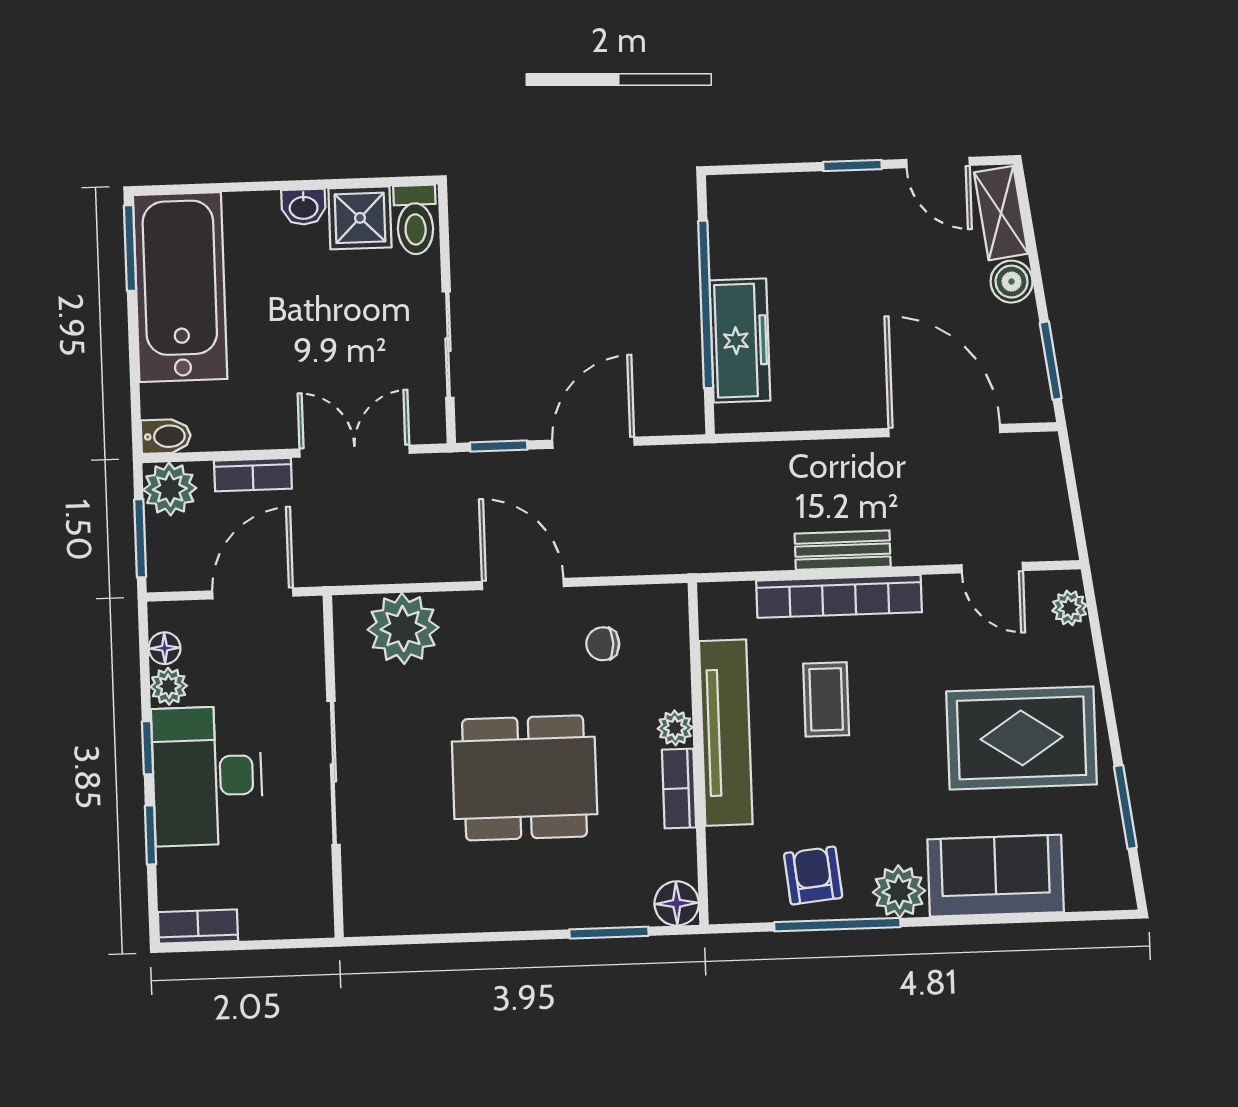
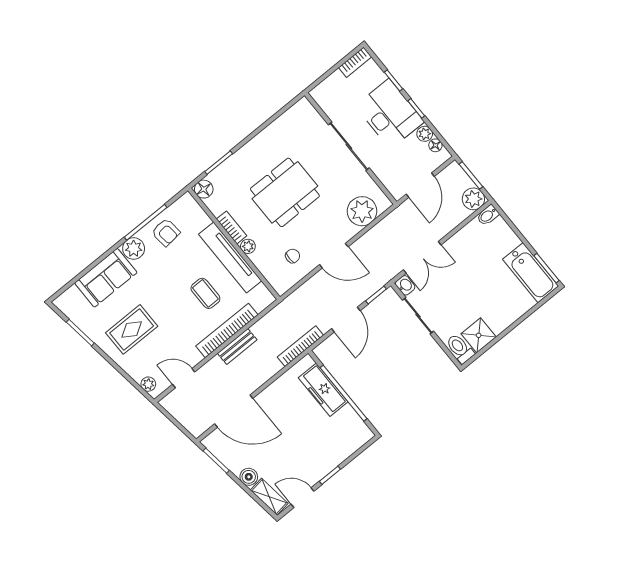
washbasin: (304, 207) -> (405, 285), moved, turned 90
bathtub: (180, 287) -> (531, 273), width x0.73, depth x0.73
bookcase: (253, 475) -> (300, 346), moved, width x1.56
rug: (1022, 738) -> (132, 329), width x0.73, depth x0.70

